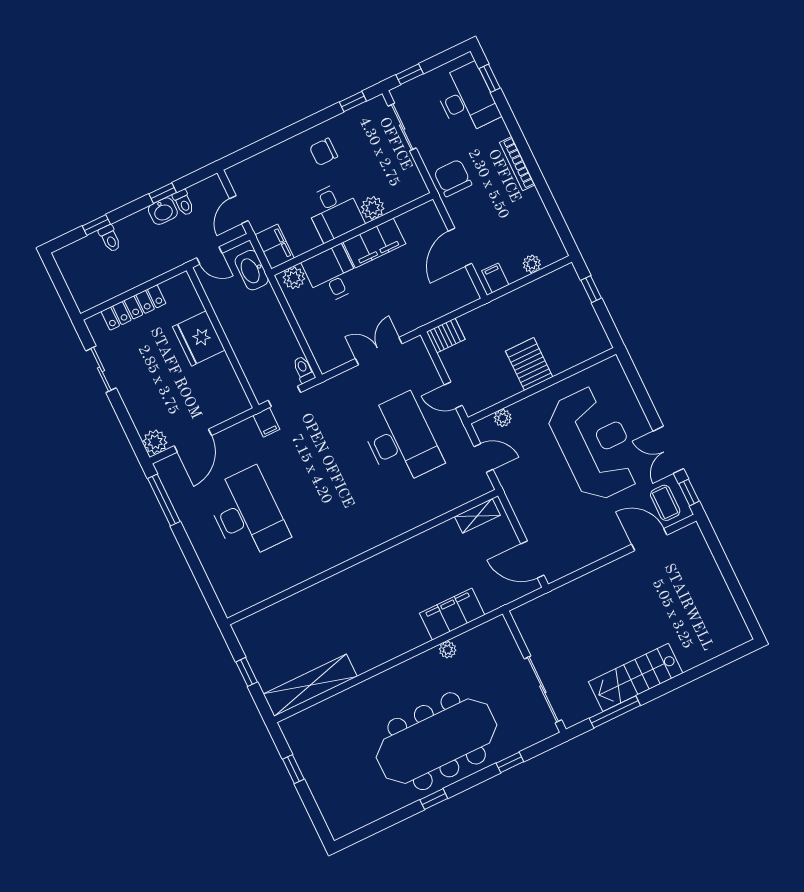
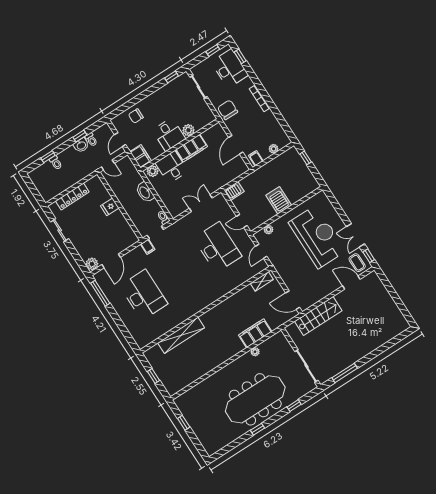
window: (410, 74) -> (213, 50), moved
chair: (324, 152) -> (136, 116), moved
washbasin: (252, 270) -> (145, 192), moved
fridge: (199, 338) -> (110, 207), width x0.53, depth x0.75
door: (484, 458) -> (261, 251), swing flipped
stairs: (636, 677) -> (318, 316), moved, turned 180
shelving: (310, 685) -> (181, 335), moved

